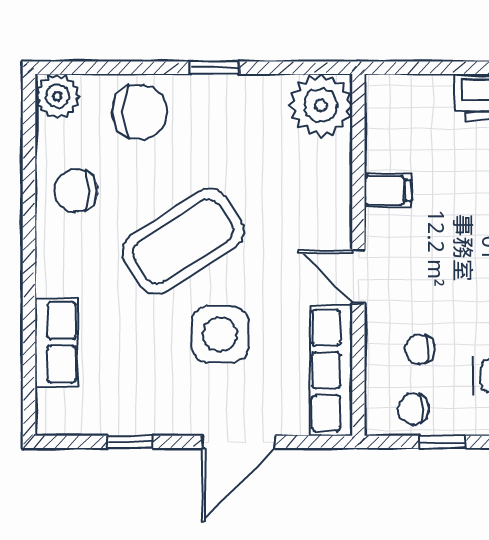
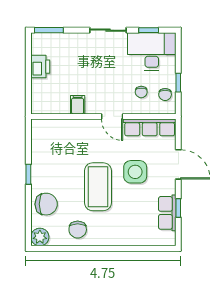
plant: (321, 105) -> (43, 132), removed
chair: (140, 112) -> (46, 204), turned 90
coffee table: (183, 241) -> (98, 187), turned 33
door: (358, 277) -> (112, 116), hinge flipped
row of seats: (56, 342) -> (167, 213), moved, turned -90

